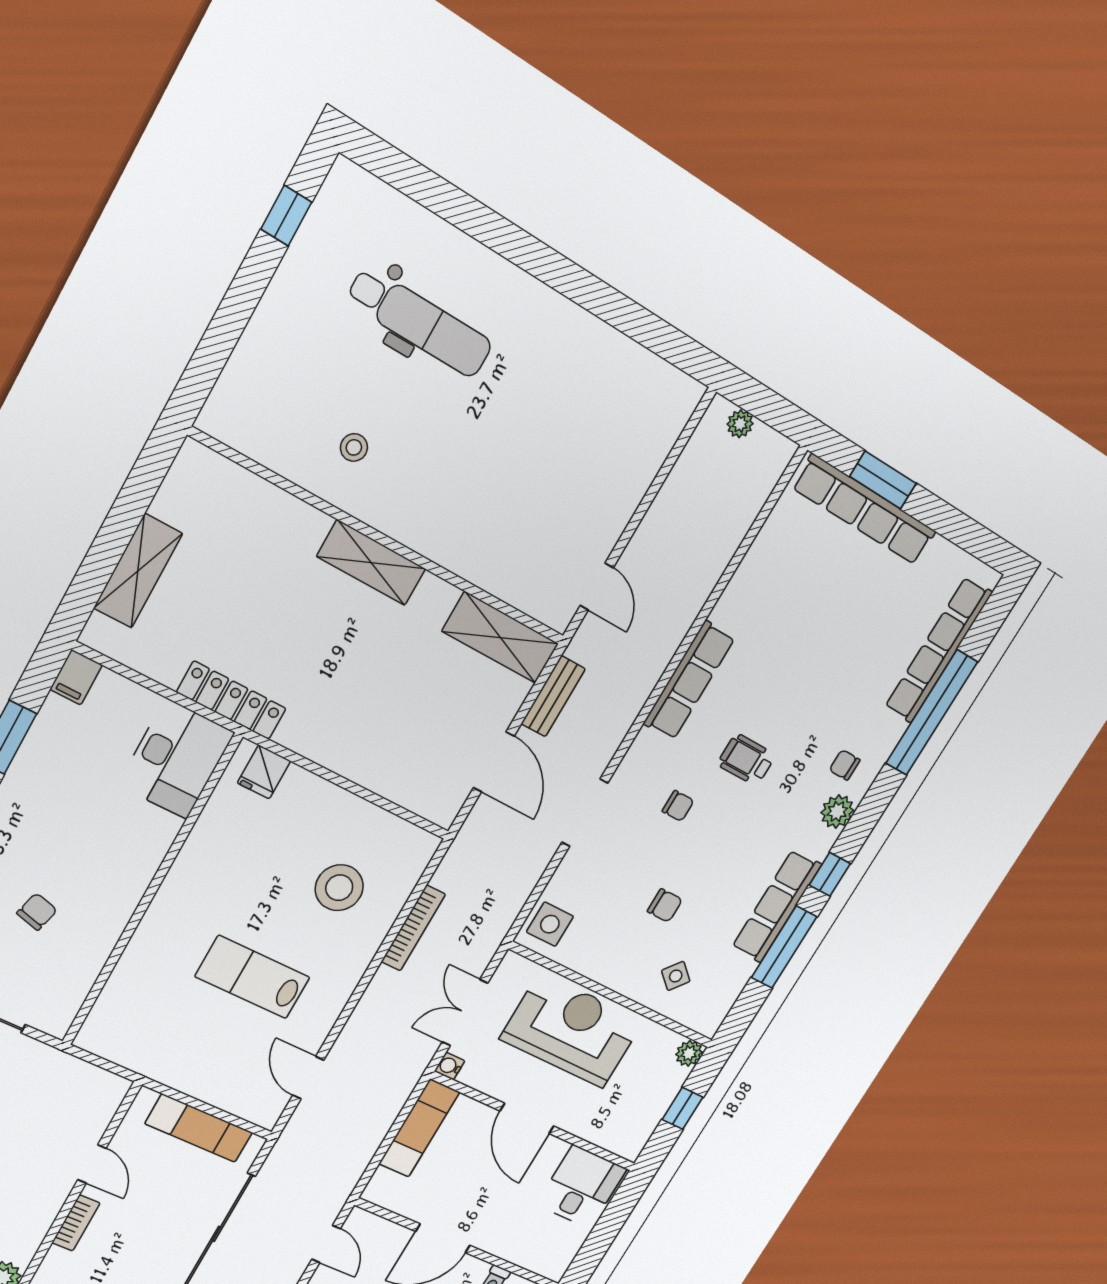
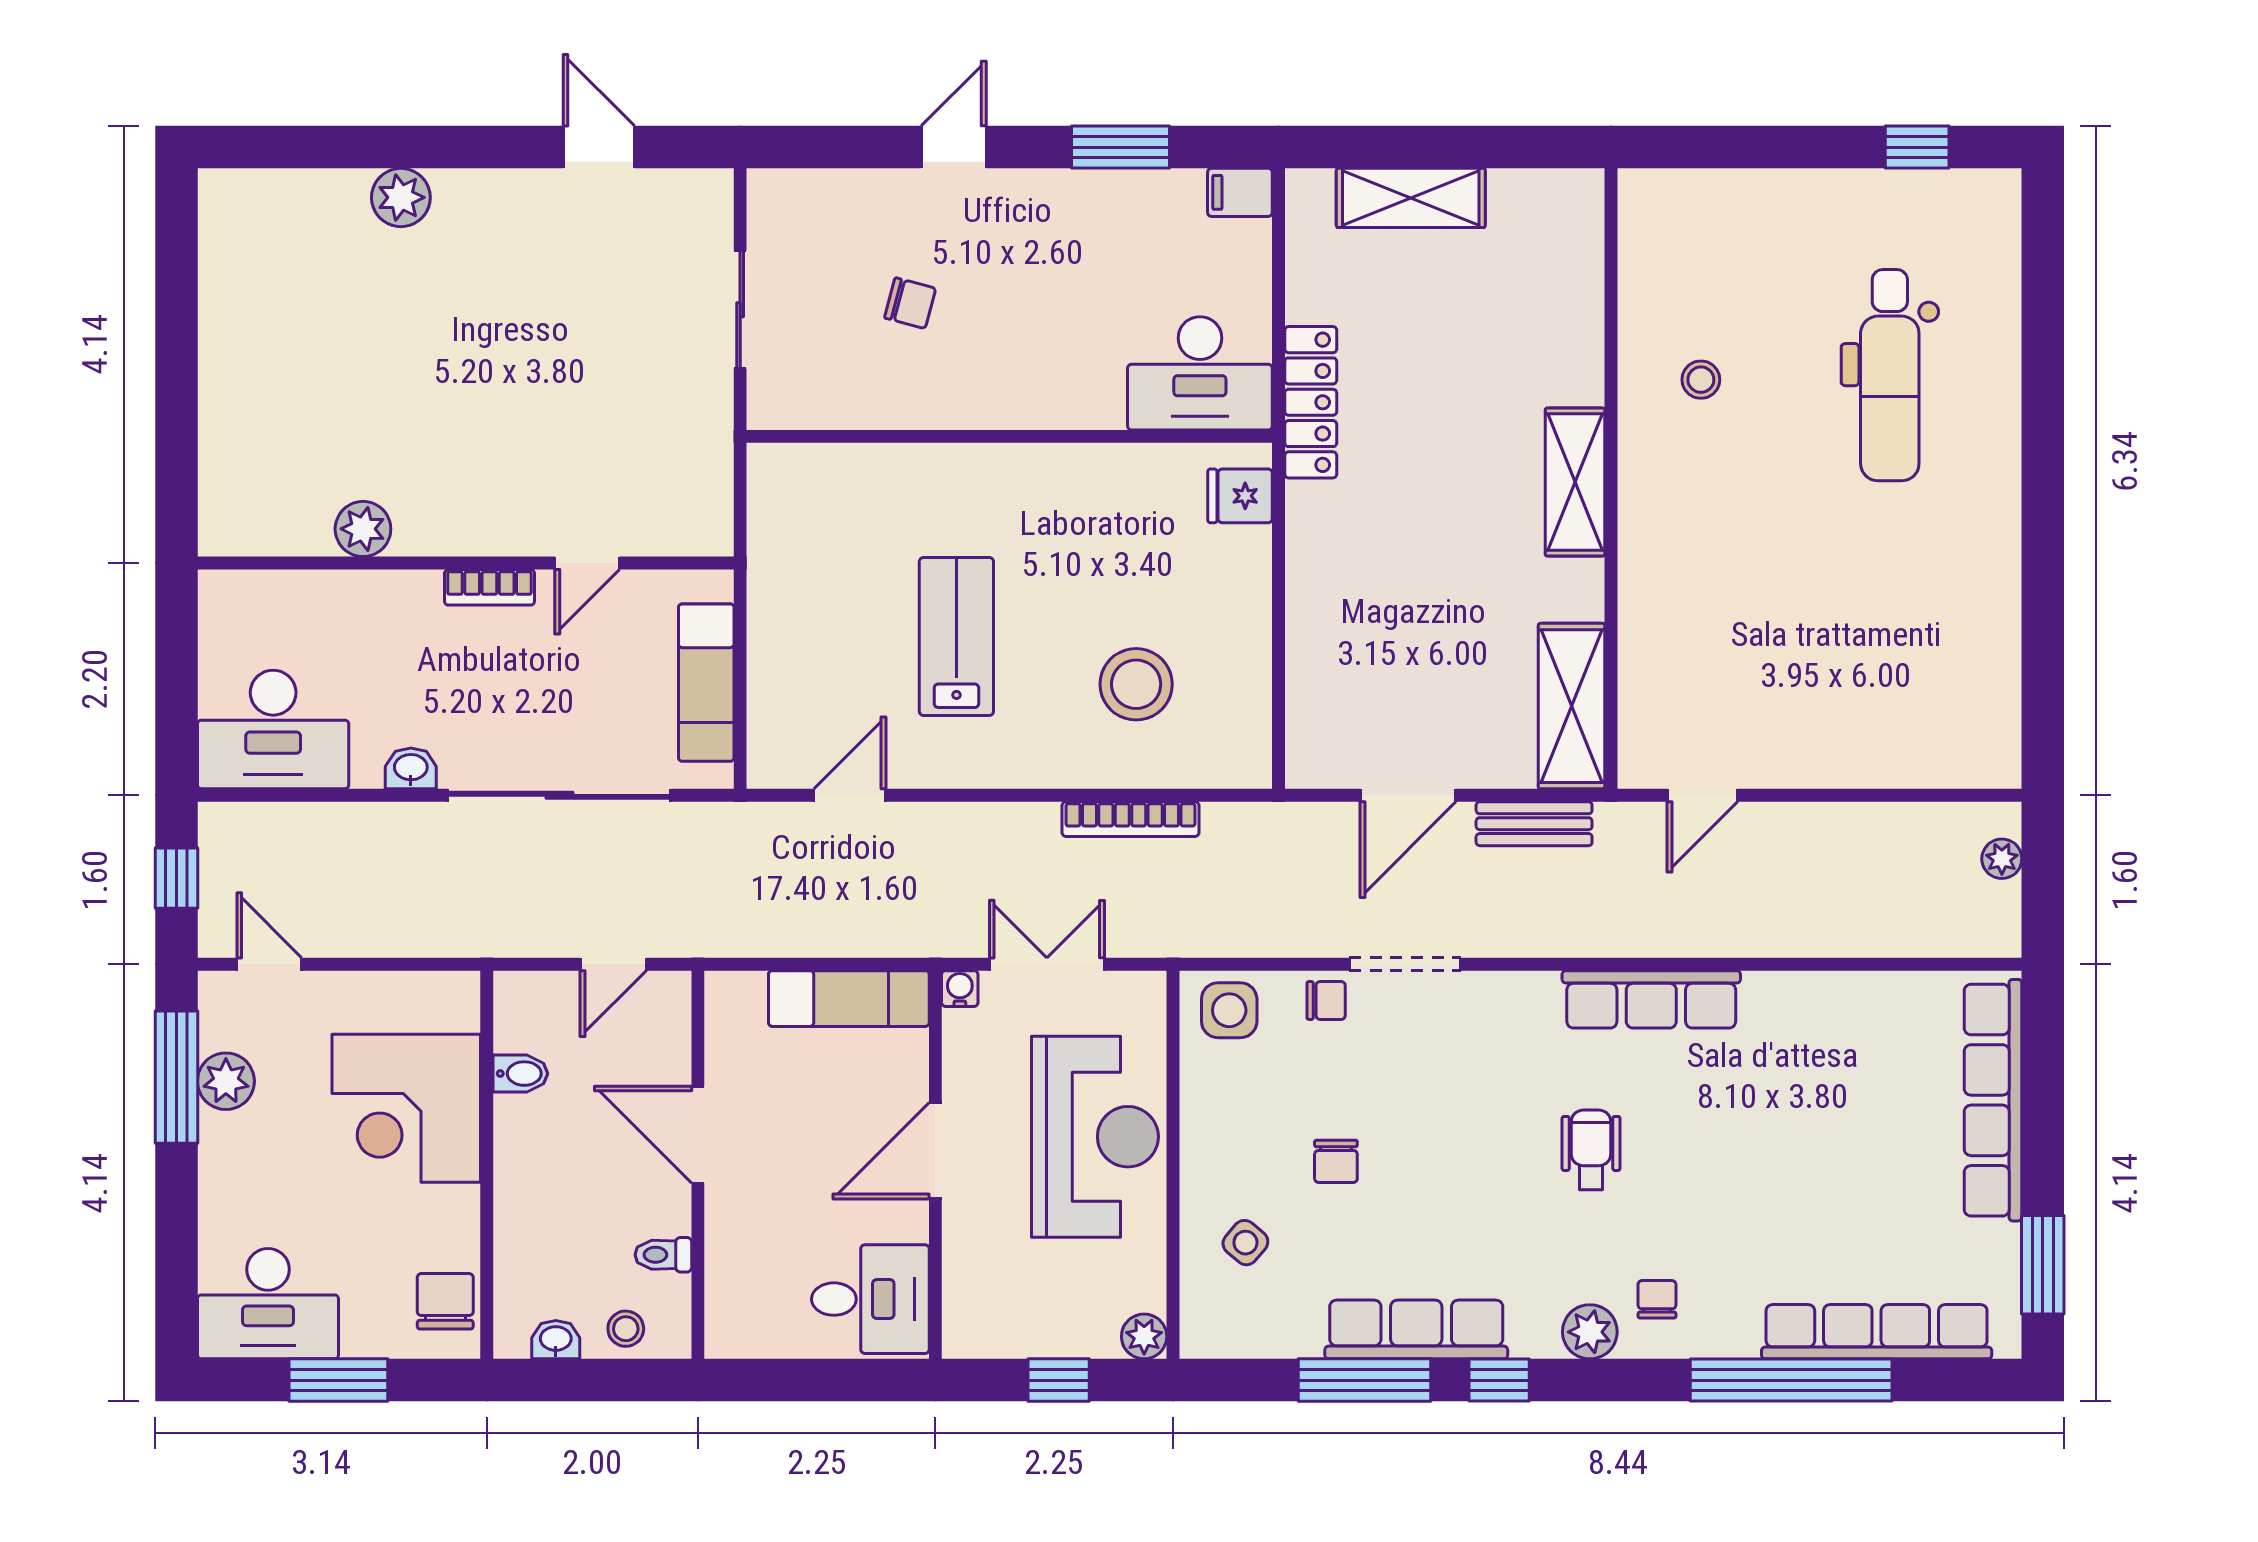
window: (883, 480) -> (2043, 1265), moved
chair: (678, 806) -> (1326, 1000), moved, turned -90

